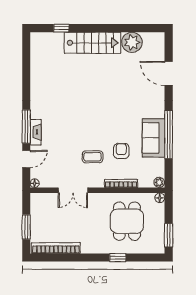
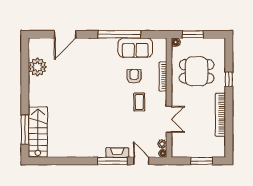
window: (61, 28) -> (25, 130), width x2.17
stairs: (92, 43) -> (38, 132), moved
sofa: (153, 138) -> (135, 48), moved
armchair: (121, 151) -> (134, 76), turned 90
plant: (159, 182) -> (162, 144), moved
window: (169, 235) -> (193, 34), moved
bookcase: (56, 248) -> (220, 115), moved

